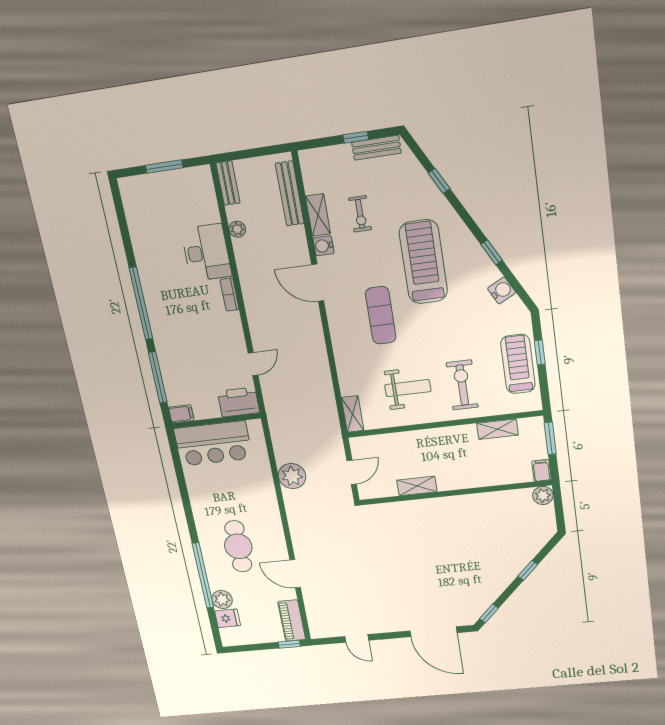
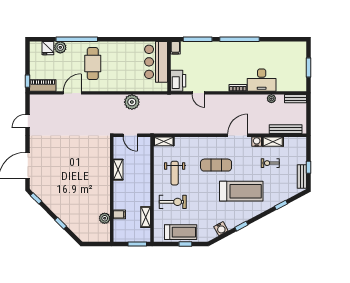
filing cabinet: (541, 470) -> (119, 214), moved
plant: (543, 495) -> (105, 218), moved
cafe table: (238, 546) -> (93, 64), turned 90

